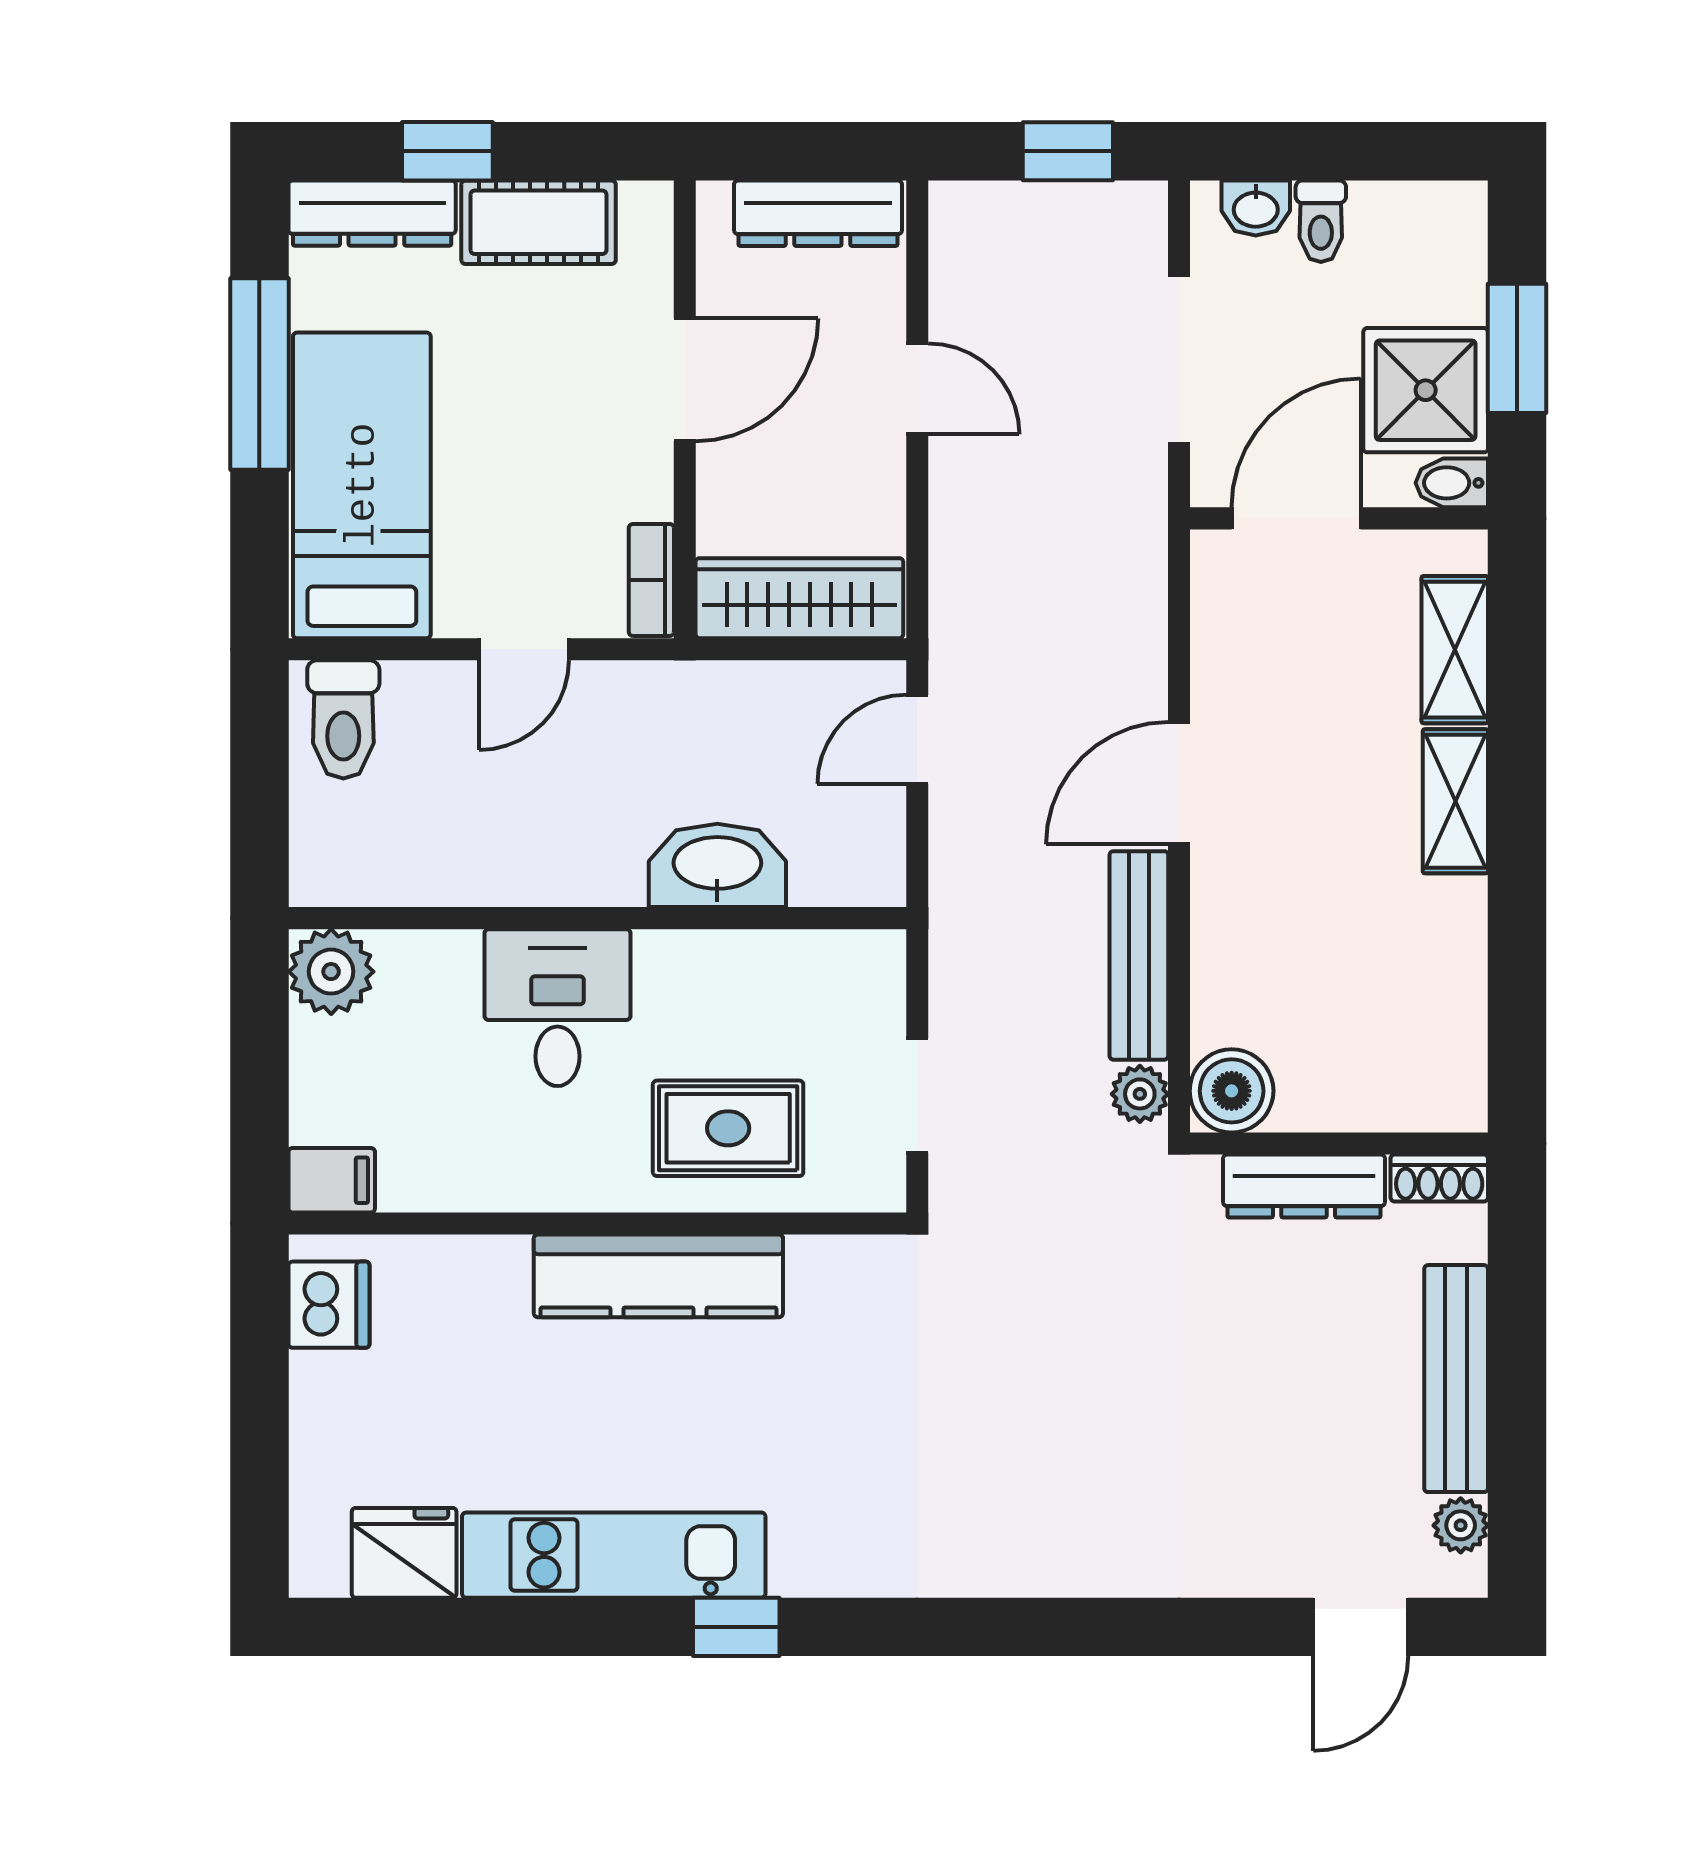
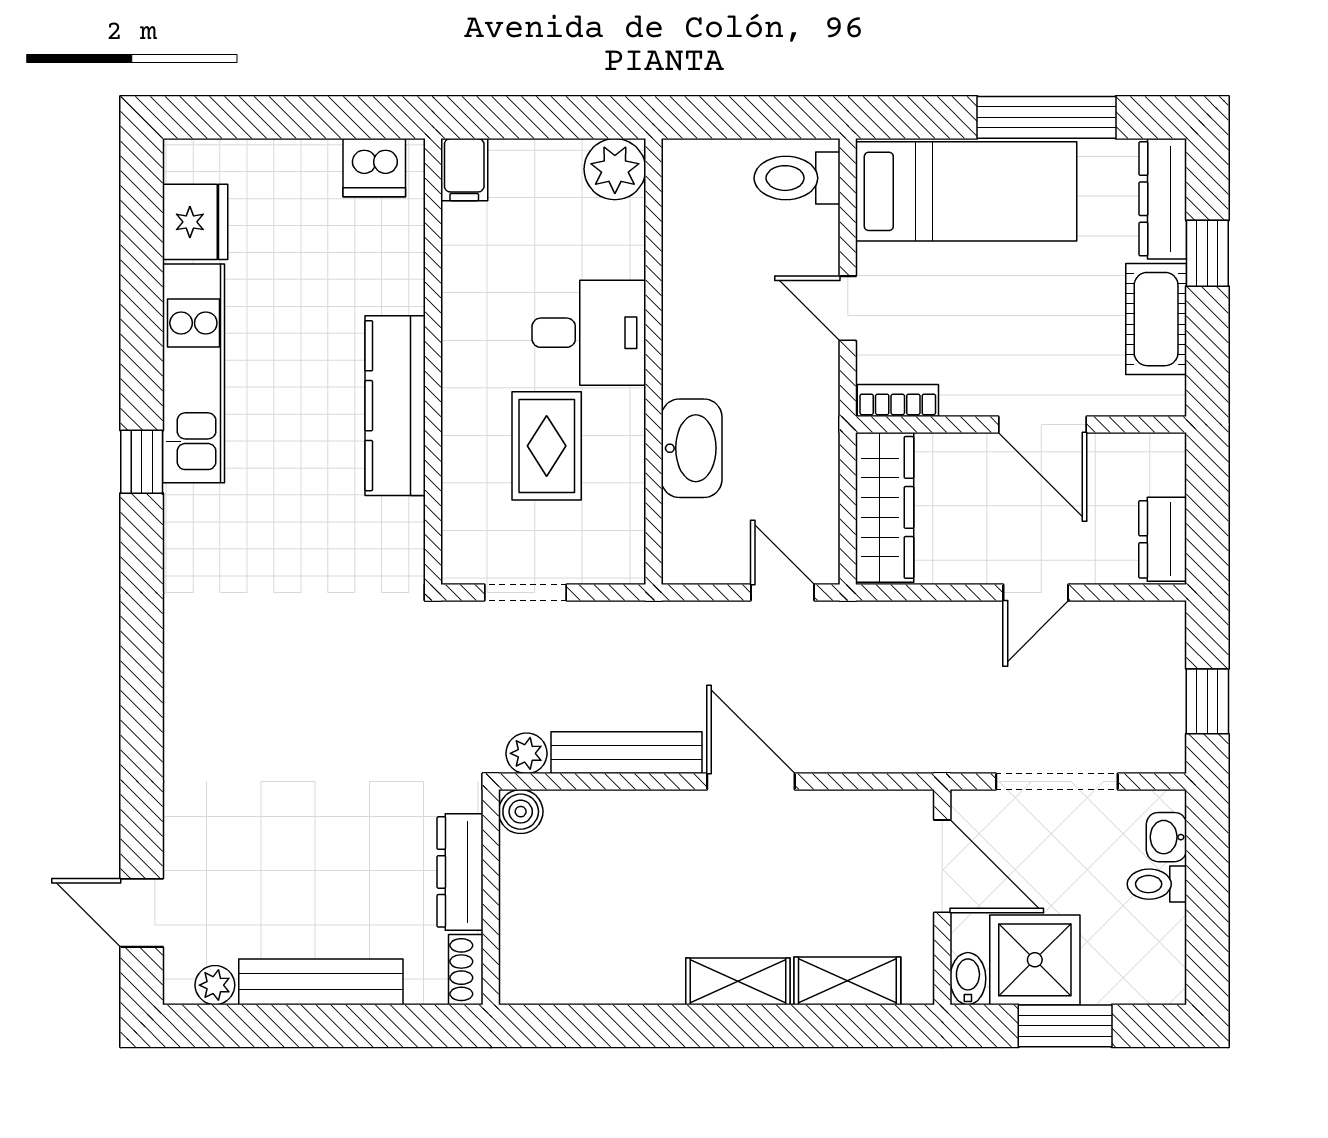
dresser: (818, 213) -> (1163, 539), width x0.70
boiler: (1232, 1091) -> (521, 812), width x0.73, depth x0.73
rug: (728, 1128) -> (547, 446), moved

